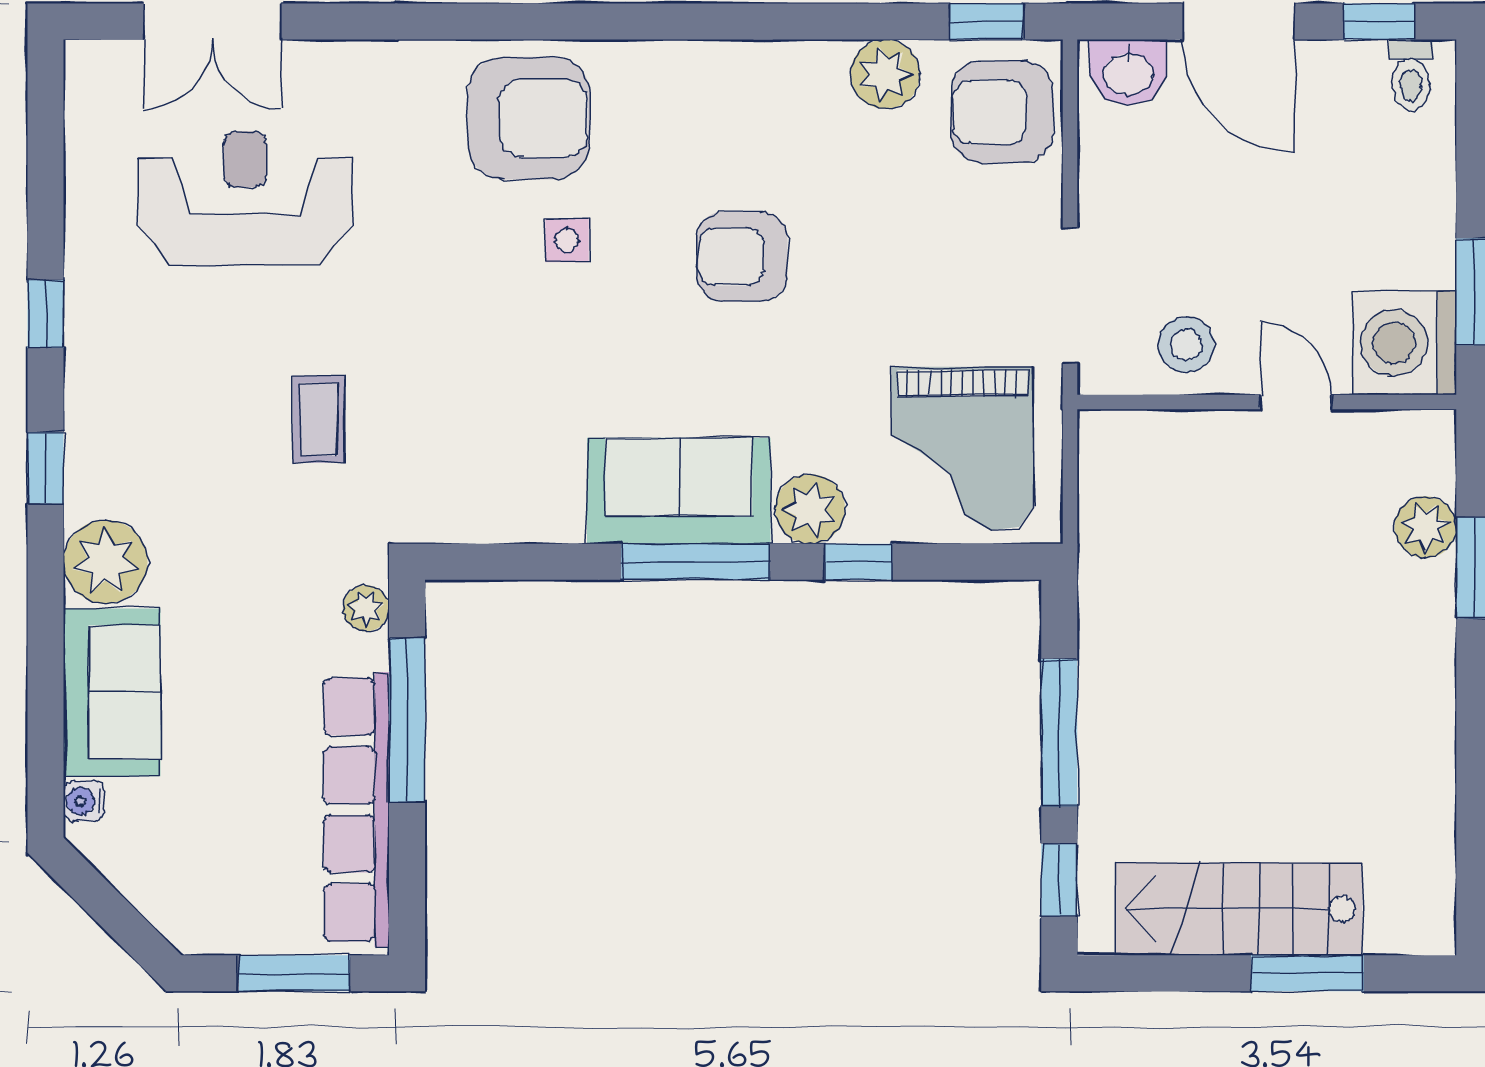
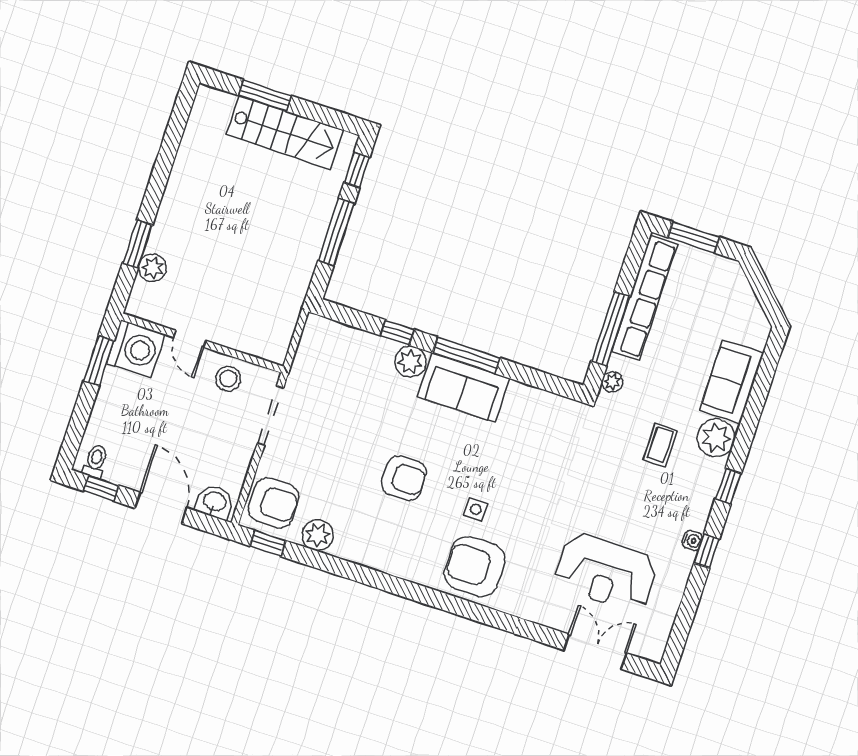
coffee table: (319, 419) -> (660, 445), moved
grand piano: (962, 449) -> (337, 366), removed
water cooler: (84, 801) -> (692, 540), moved

